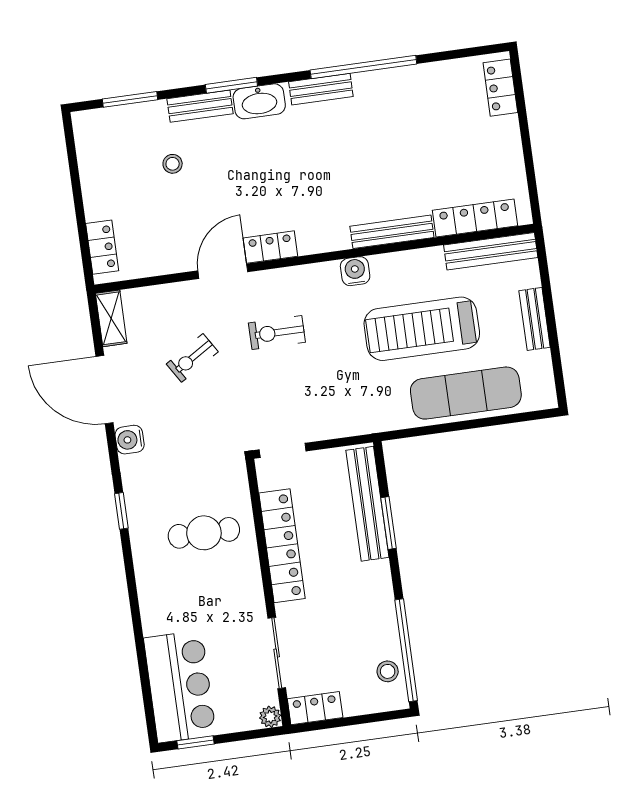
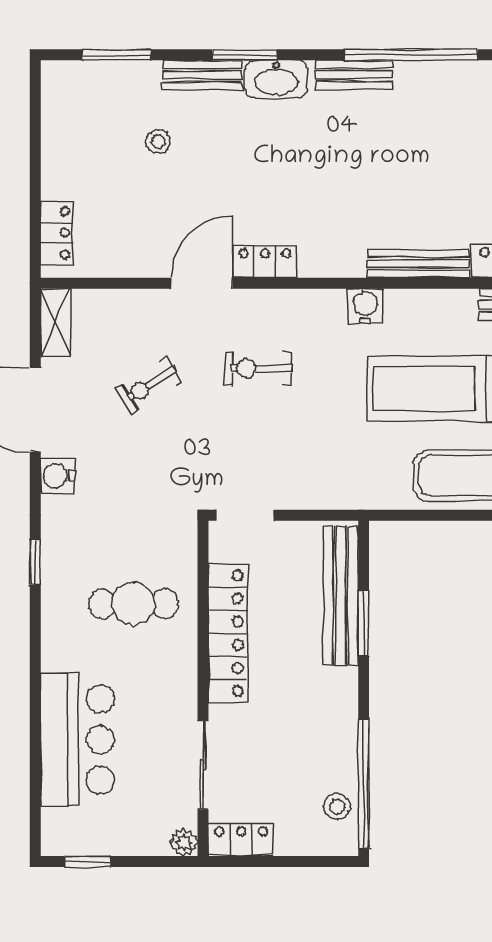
bar counter: (180, 687) -> (77, 739), moved

